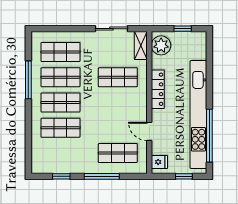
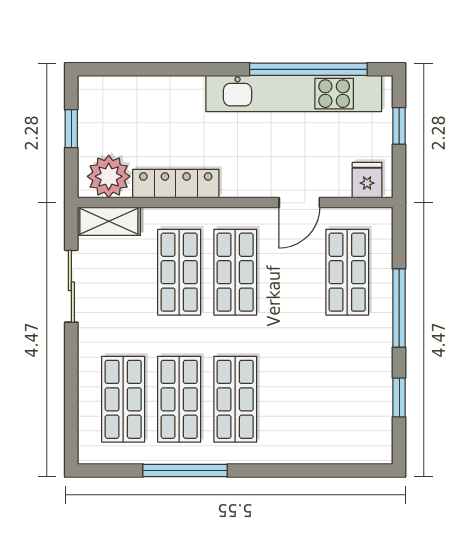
locker: (158, 89) -> (176, 184), moved
kitchen unit: (198, 114) -> (294, 94), width x0.73
shop shelf: (60, 128) -> (235, 272), moved

